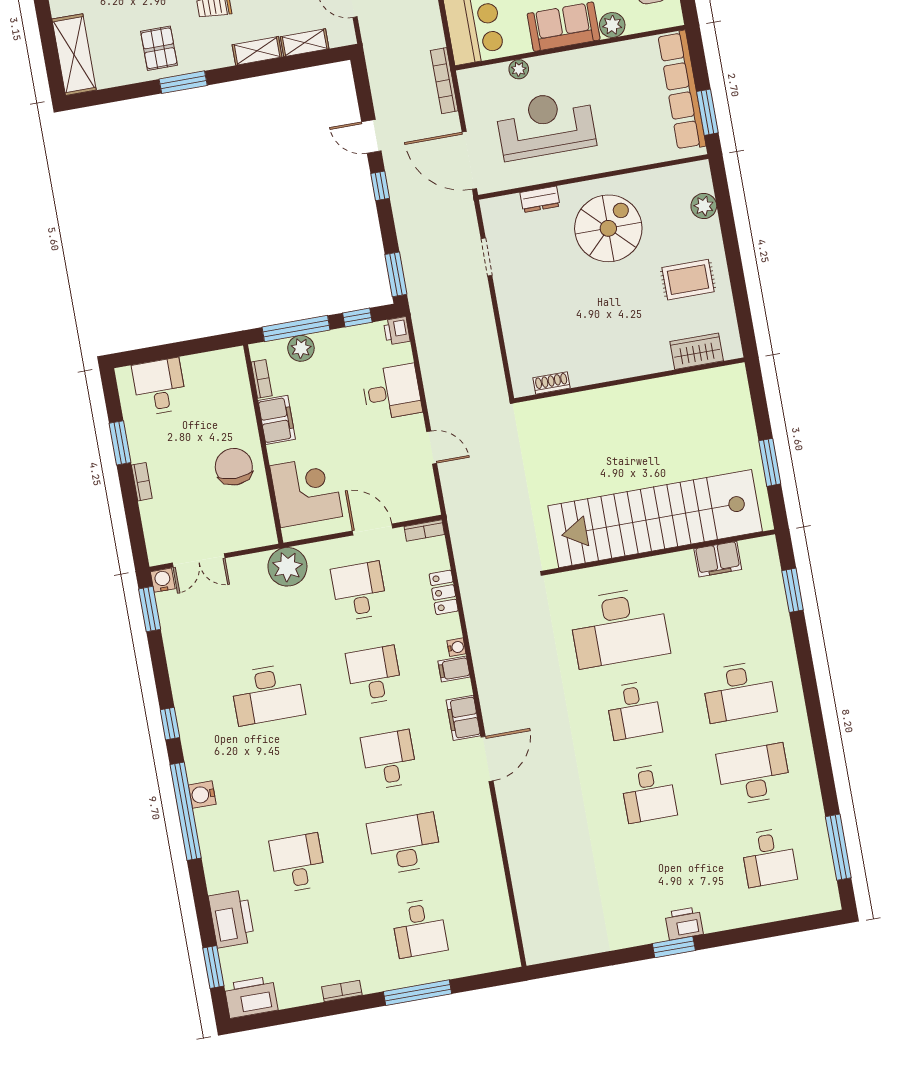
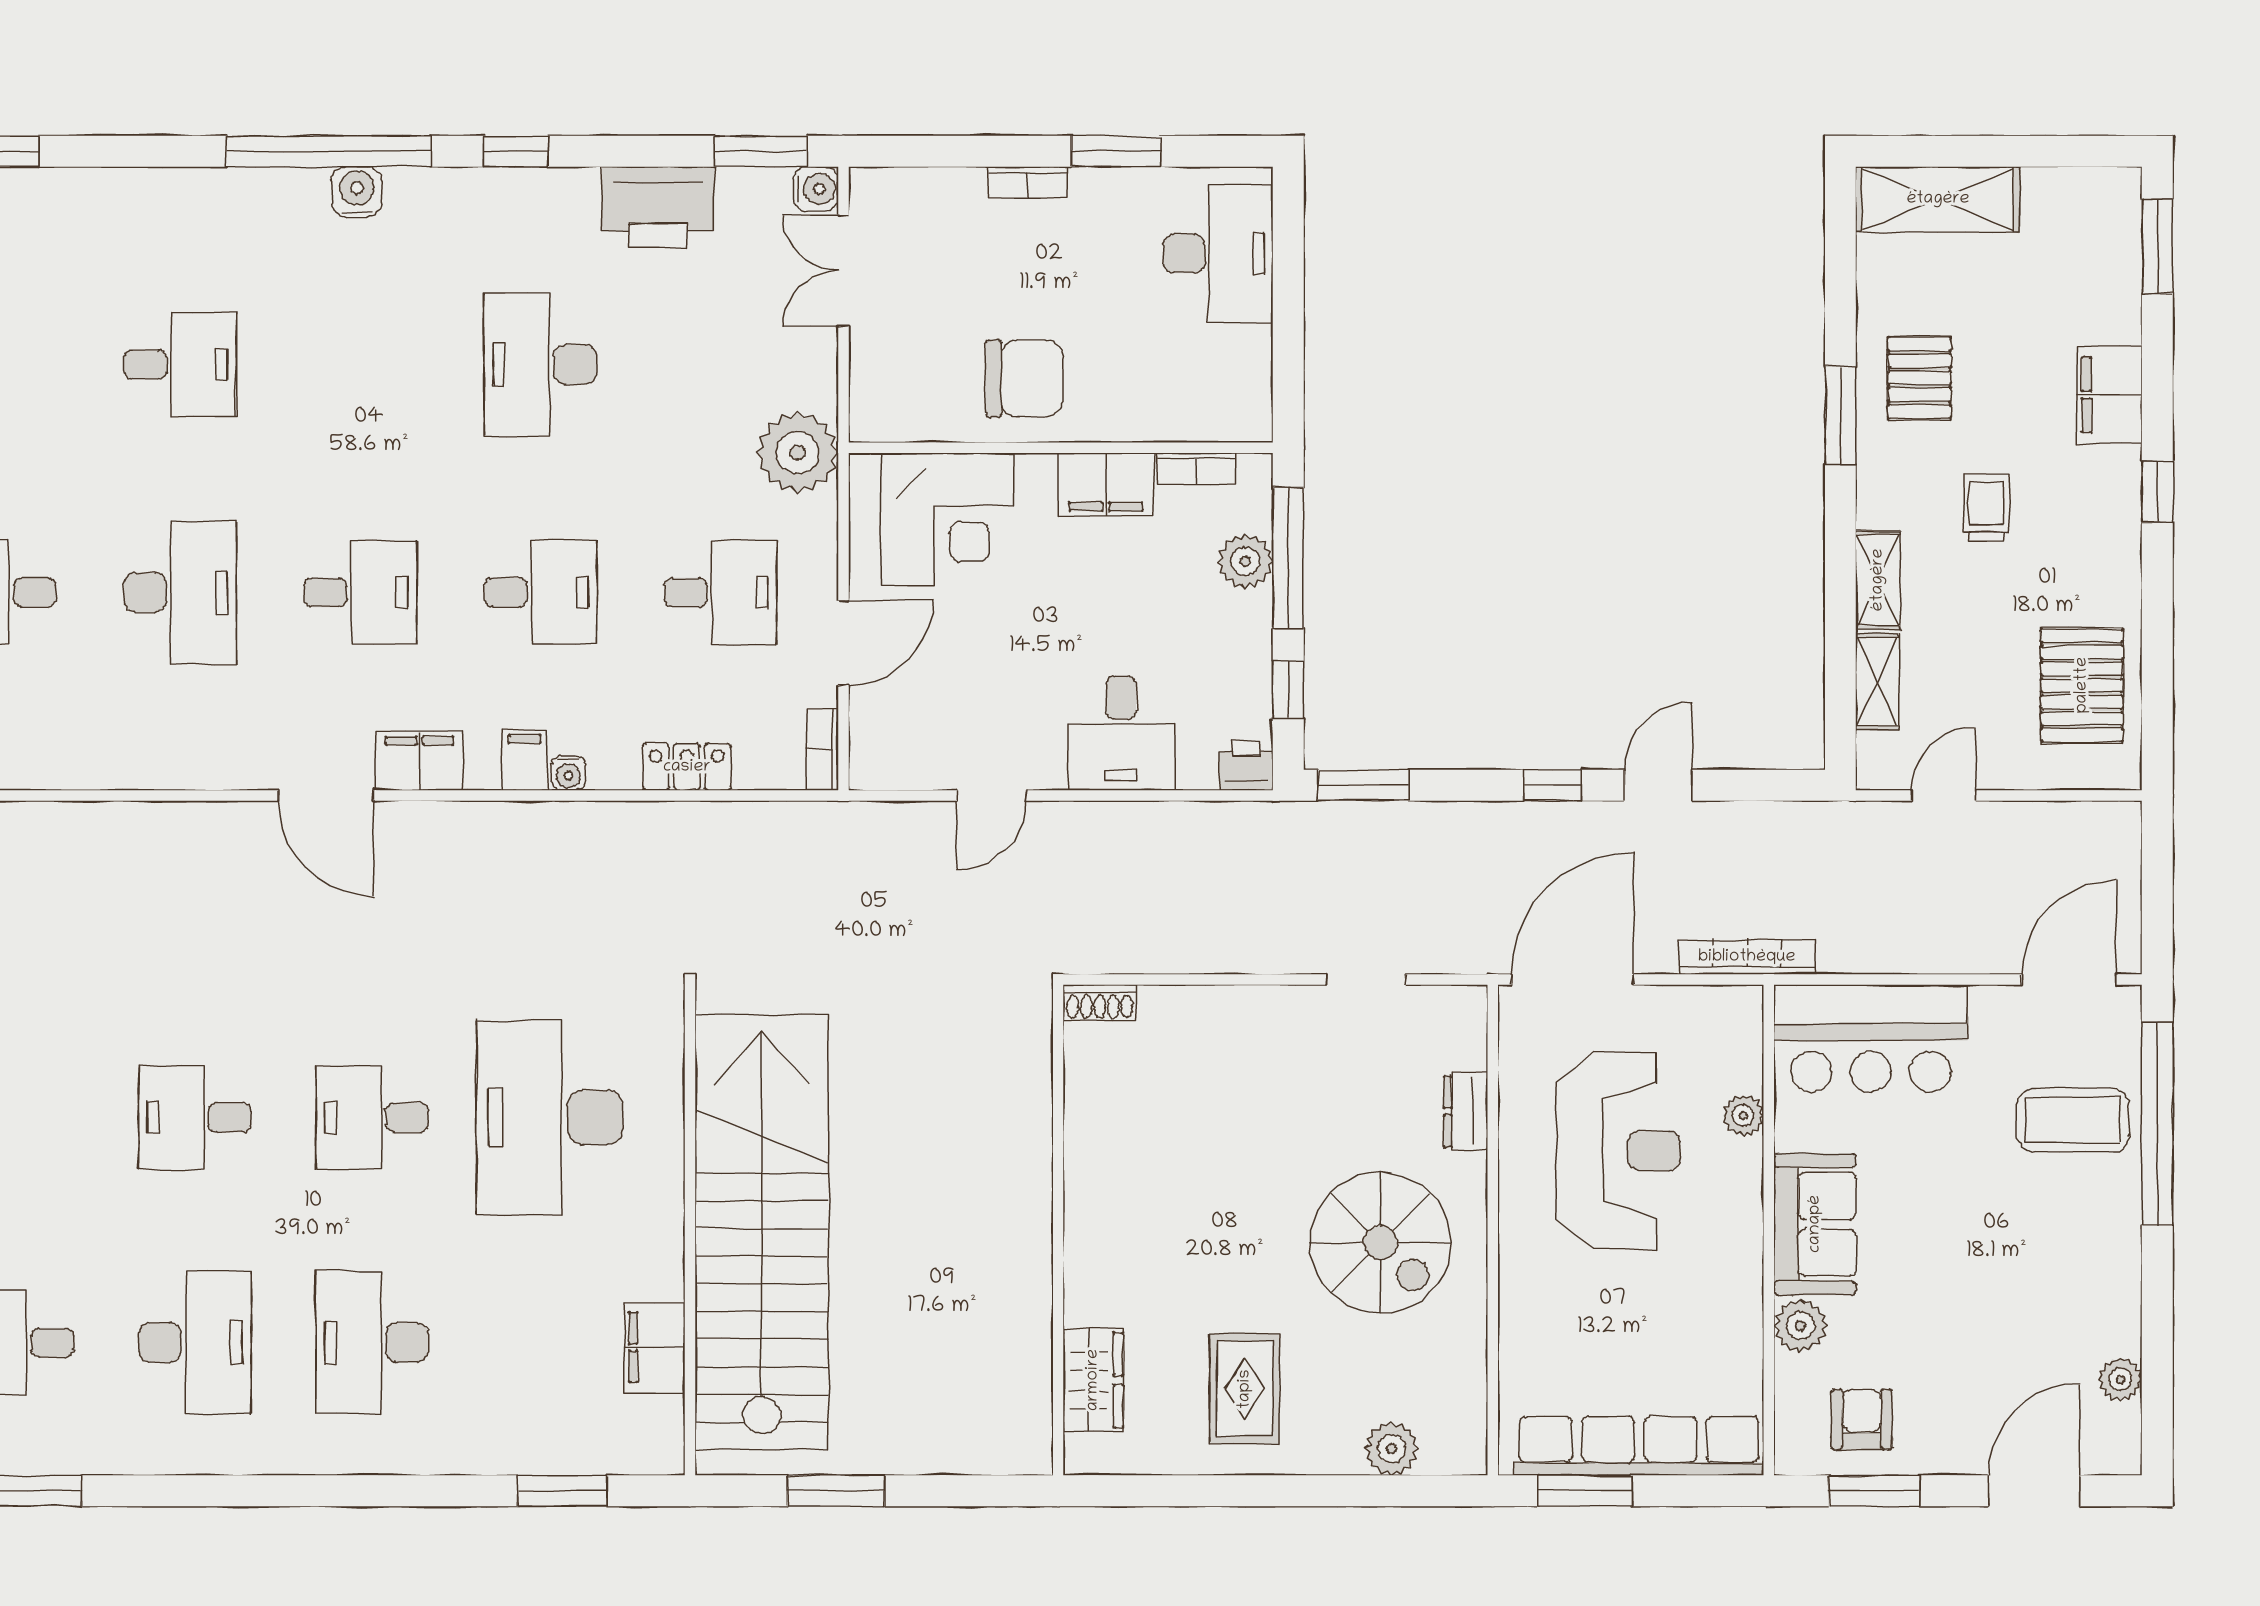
pallet: (159, 48) -> (1920, 378), turned 90
shoe rack: (551, 383) -> (1100, 1002), moved, turned 90
desk: (159, 387) -> (1218, 254), width x1.37
printer: (232, 919) -> (658, 207), moved

